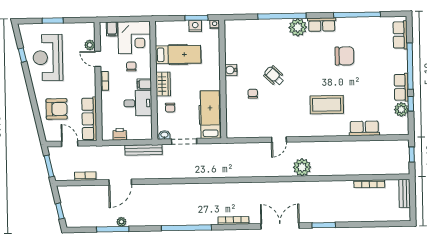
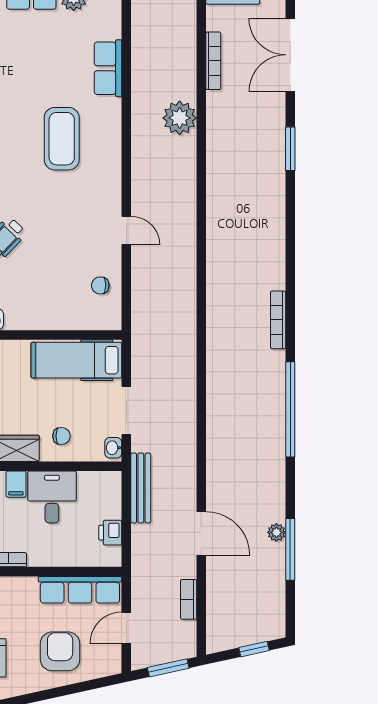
chair: (253, 94) -> (100, 285), moved
plant: (302, 167) -> (180, 118), moved
double door: (280, 226) -> (290, 55), moved

